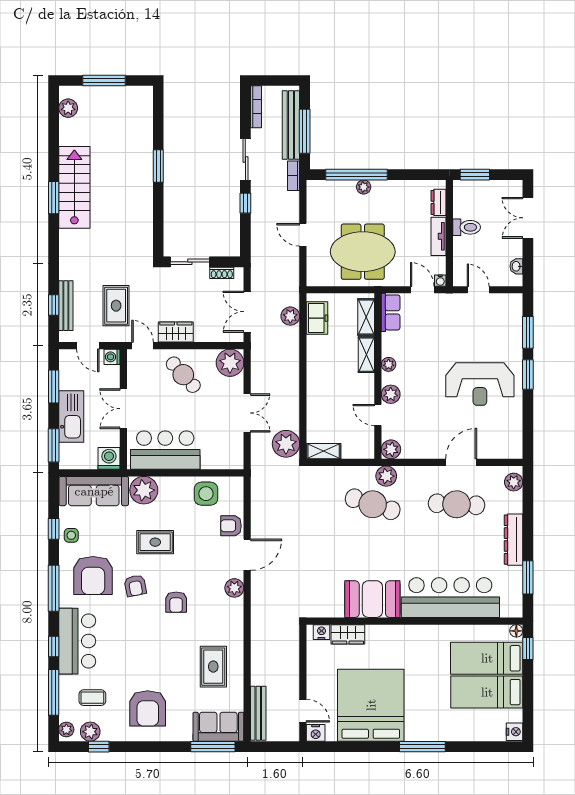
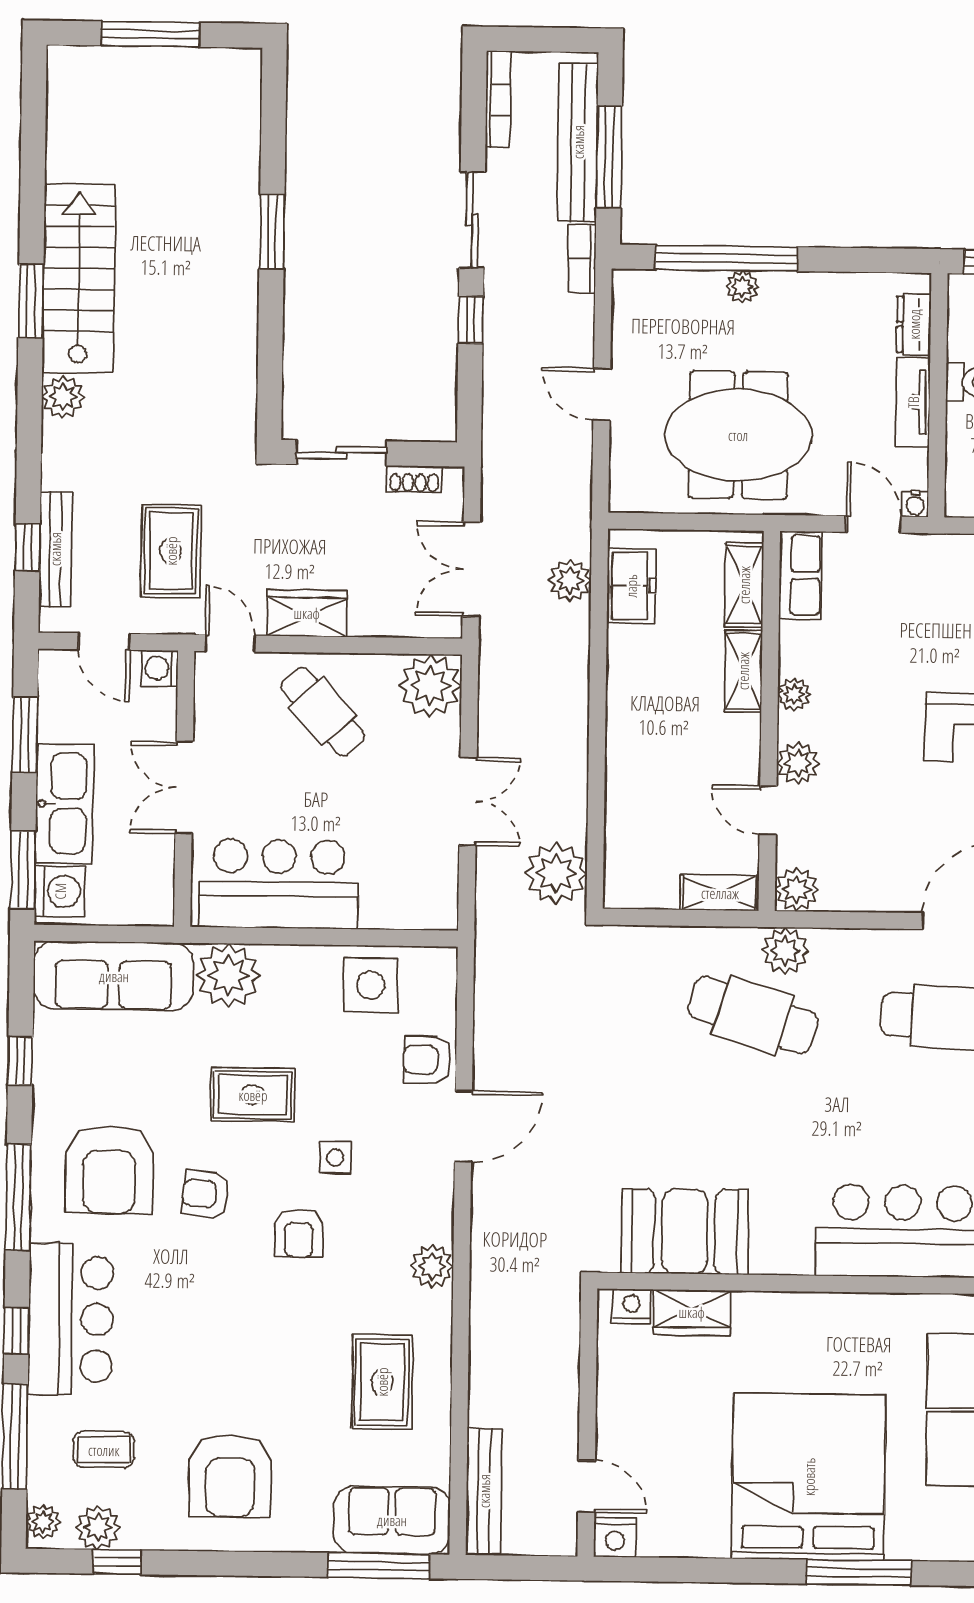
plant: (68, 108) -> (63, 397), moved
shelving: (324, 451) -> (720, 893), moved
washing machine: (109, 458) -> (60, 891), moved, turned 90
side table: (71, 535) -> (335, 1157), moved
armchair: (135, 586) -> (206, 1194), turned 106
plant: (234, 588) -> (432, 1266), moved
booth: (372, 599) -> (685, 1232), moved
bed: (371, 705) -> (809, 1477), moved

